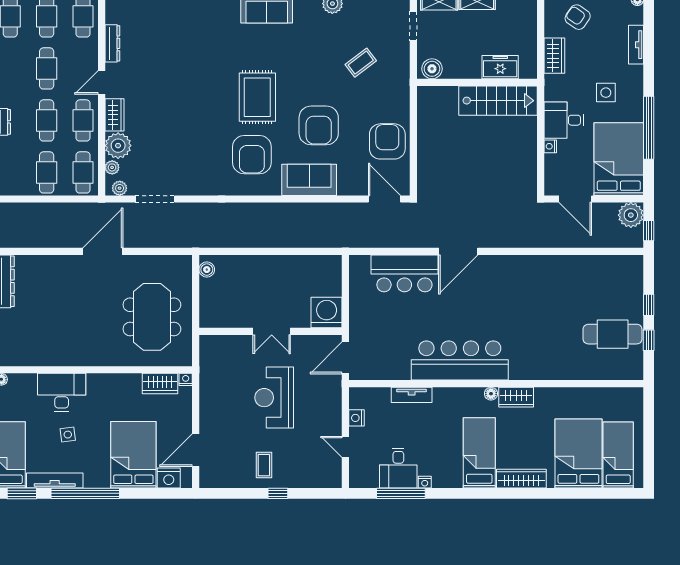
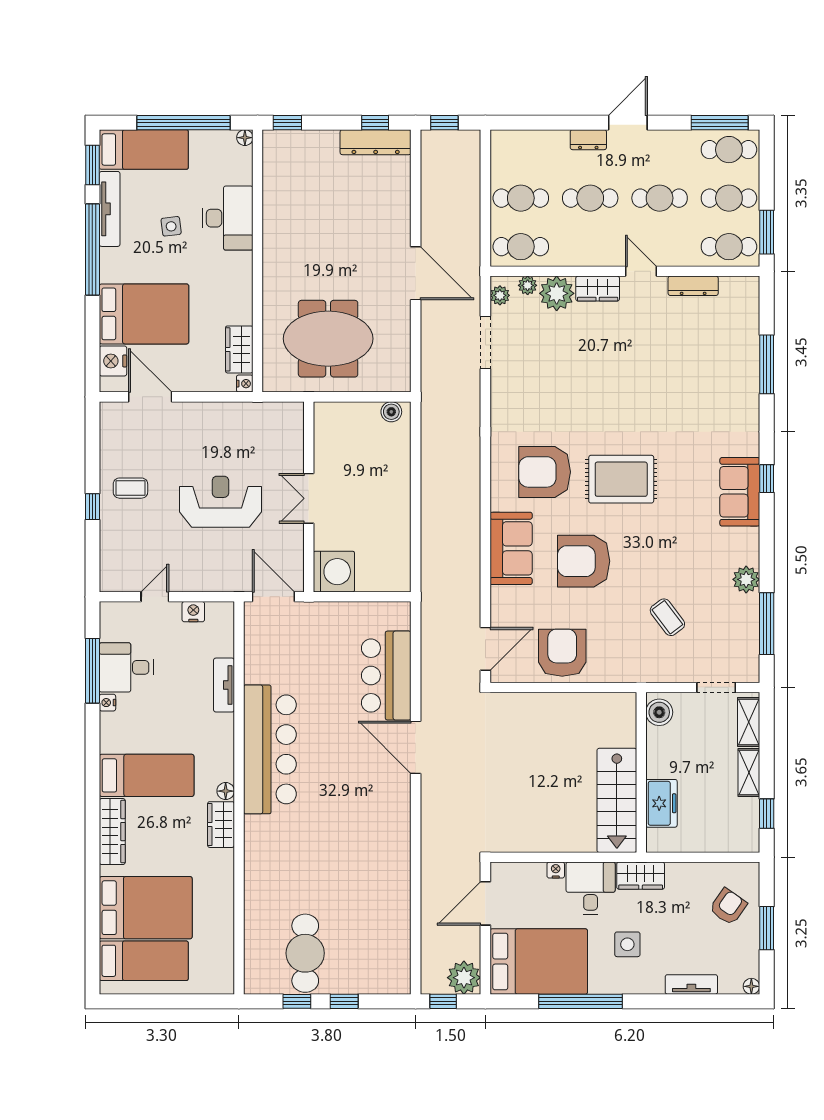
wardrobe: (554, 56) -> (641, 876), moved
cafe table: (83, 120) -> (590, 247), removed
armchair: (387, 141) -> (562, 653), turned -90

